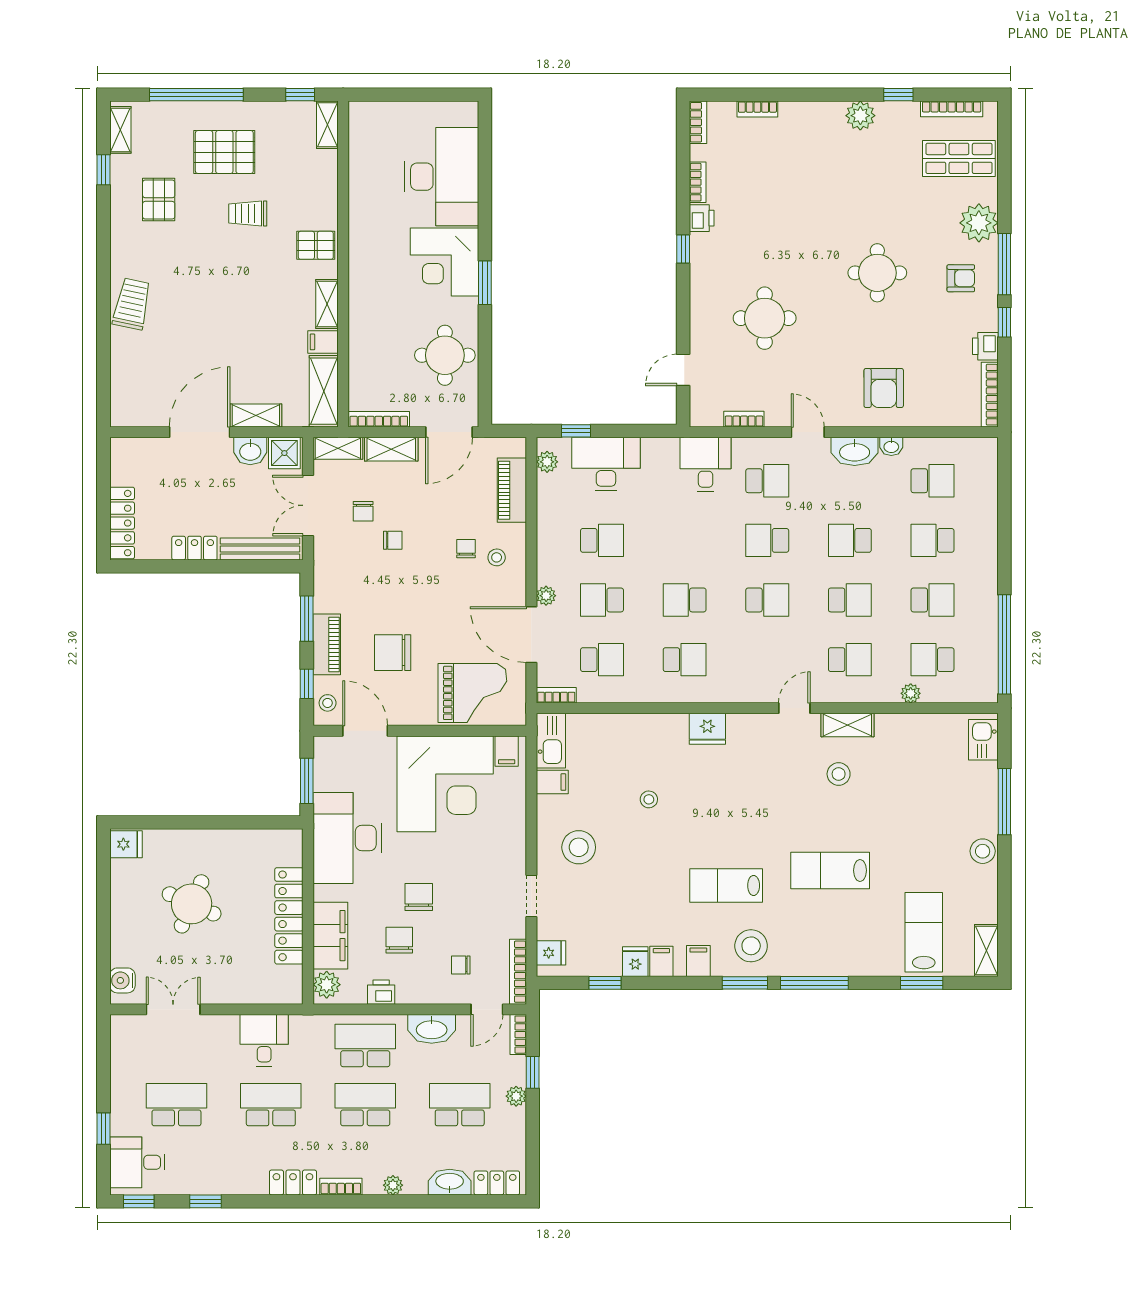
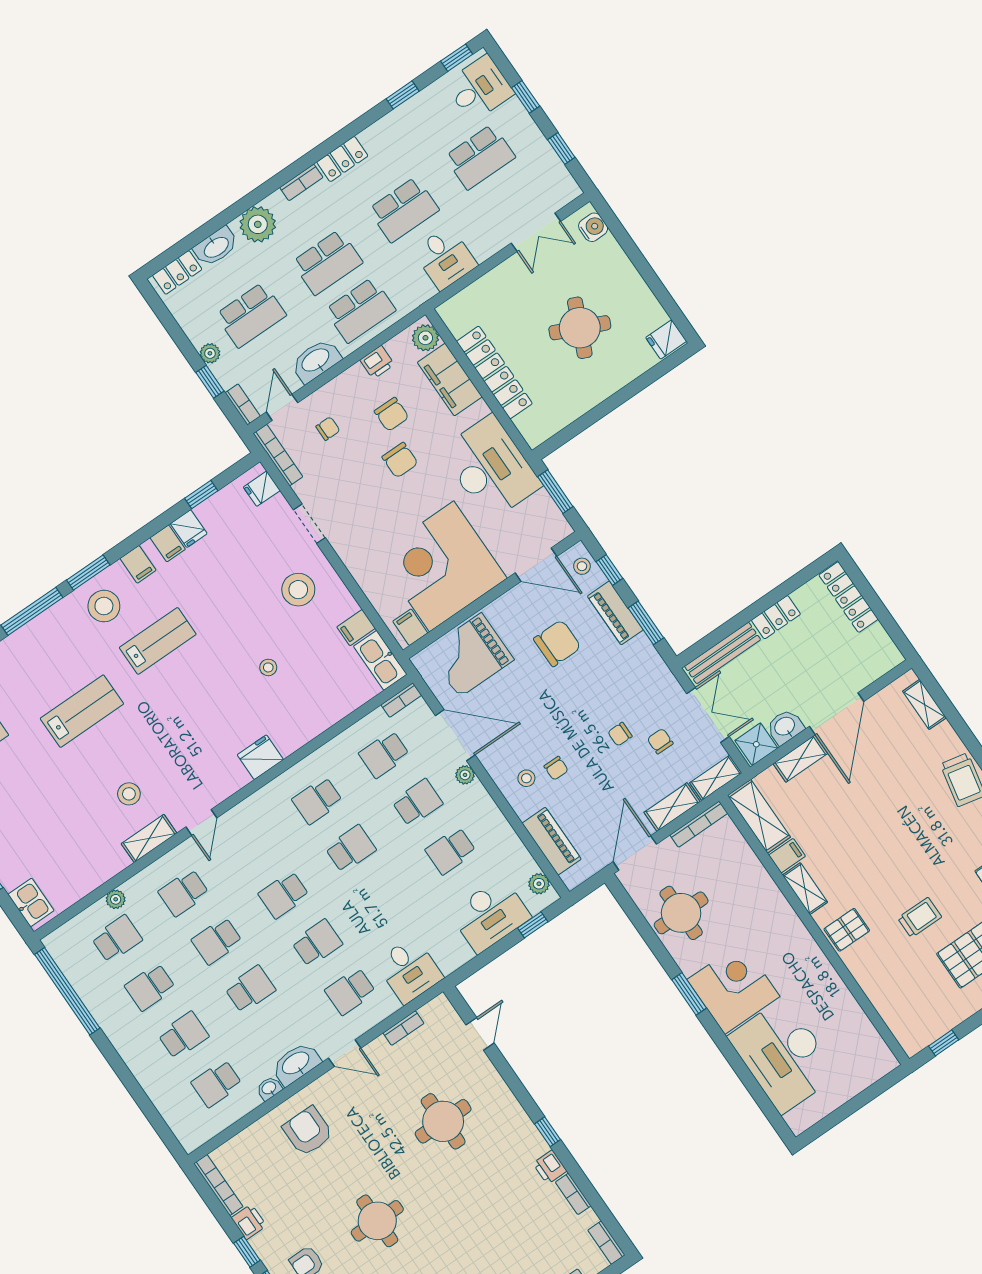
shelving: (327, 125) -> (924, 704), moved
window: (103, 1065) -> (561, 149), added
plant: (393, 1185) -> (258, 224), width x1.88, depth x1.88

